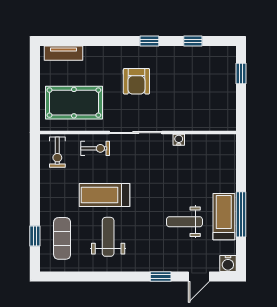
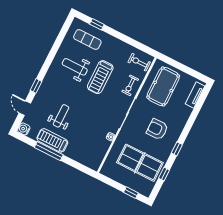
table tennis table: (194, 82) -> (140, 163), added
treadmill: (104, 195) -> (100, 77), turned 180
treadmill: (224, 217) -> (52, 140), turned 180
weight bench: (108, 237) -> (75, 67), turned 180

